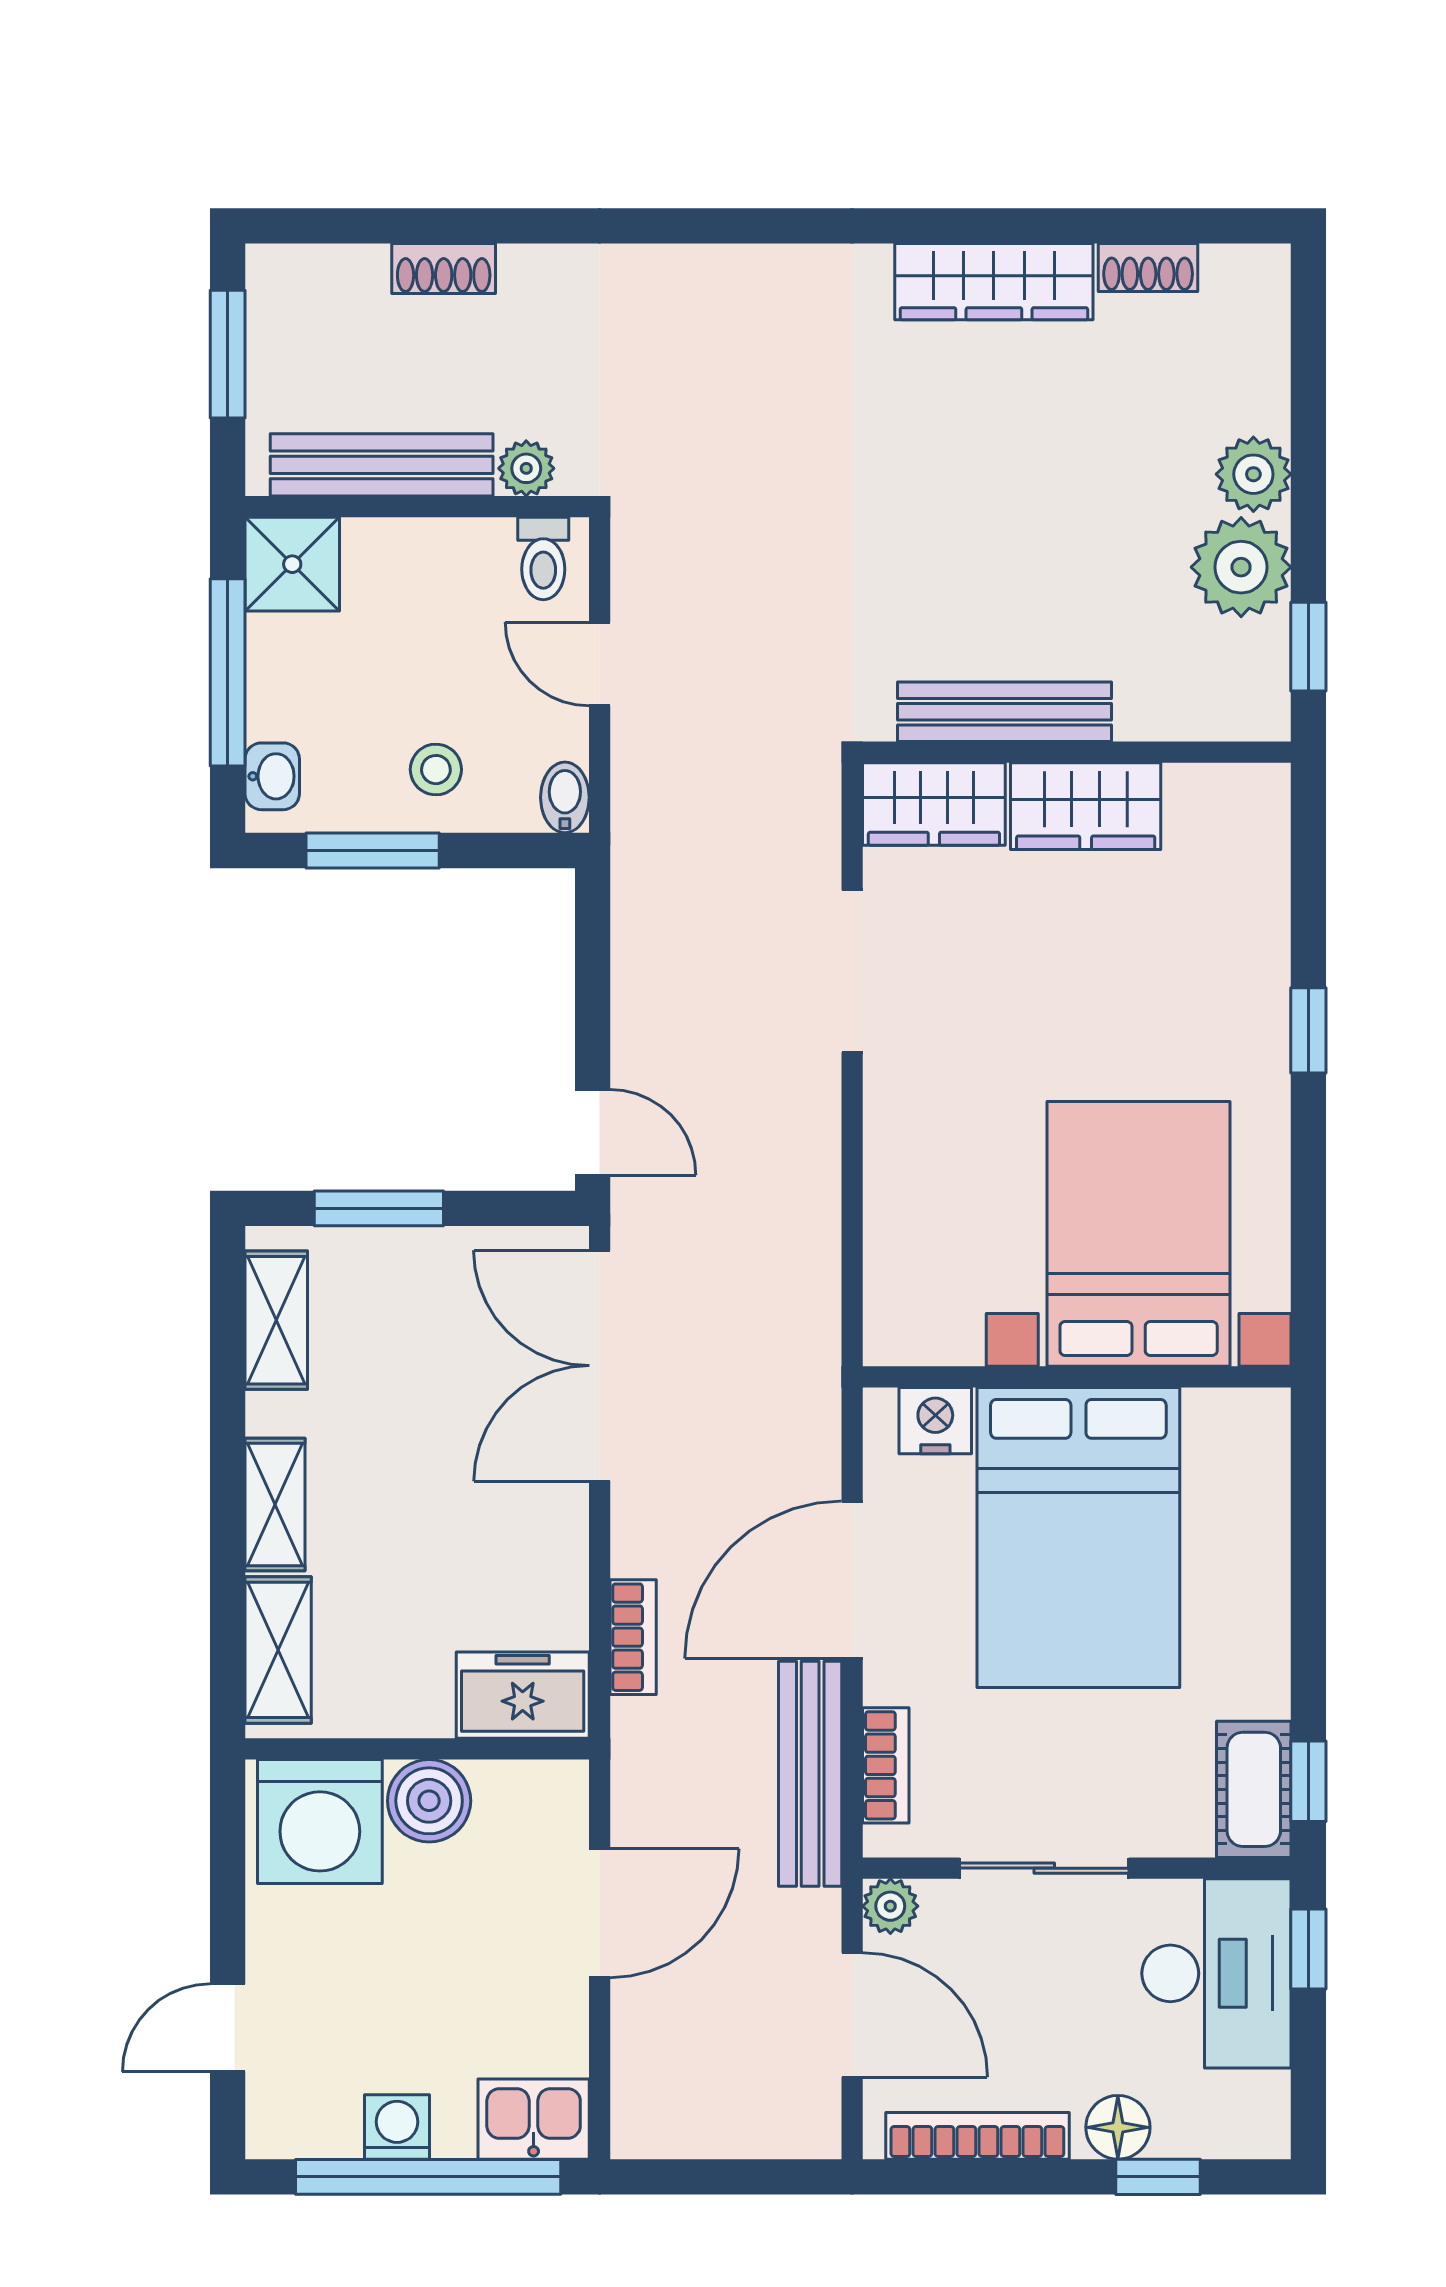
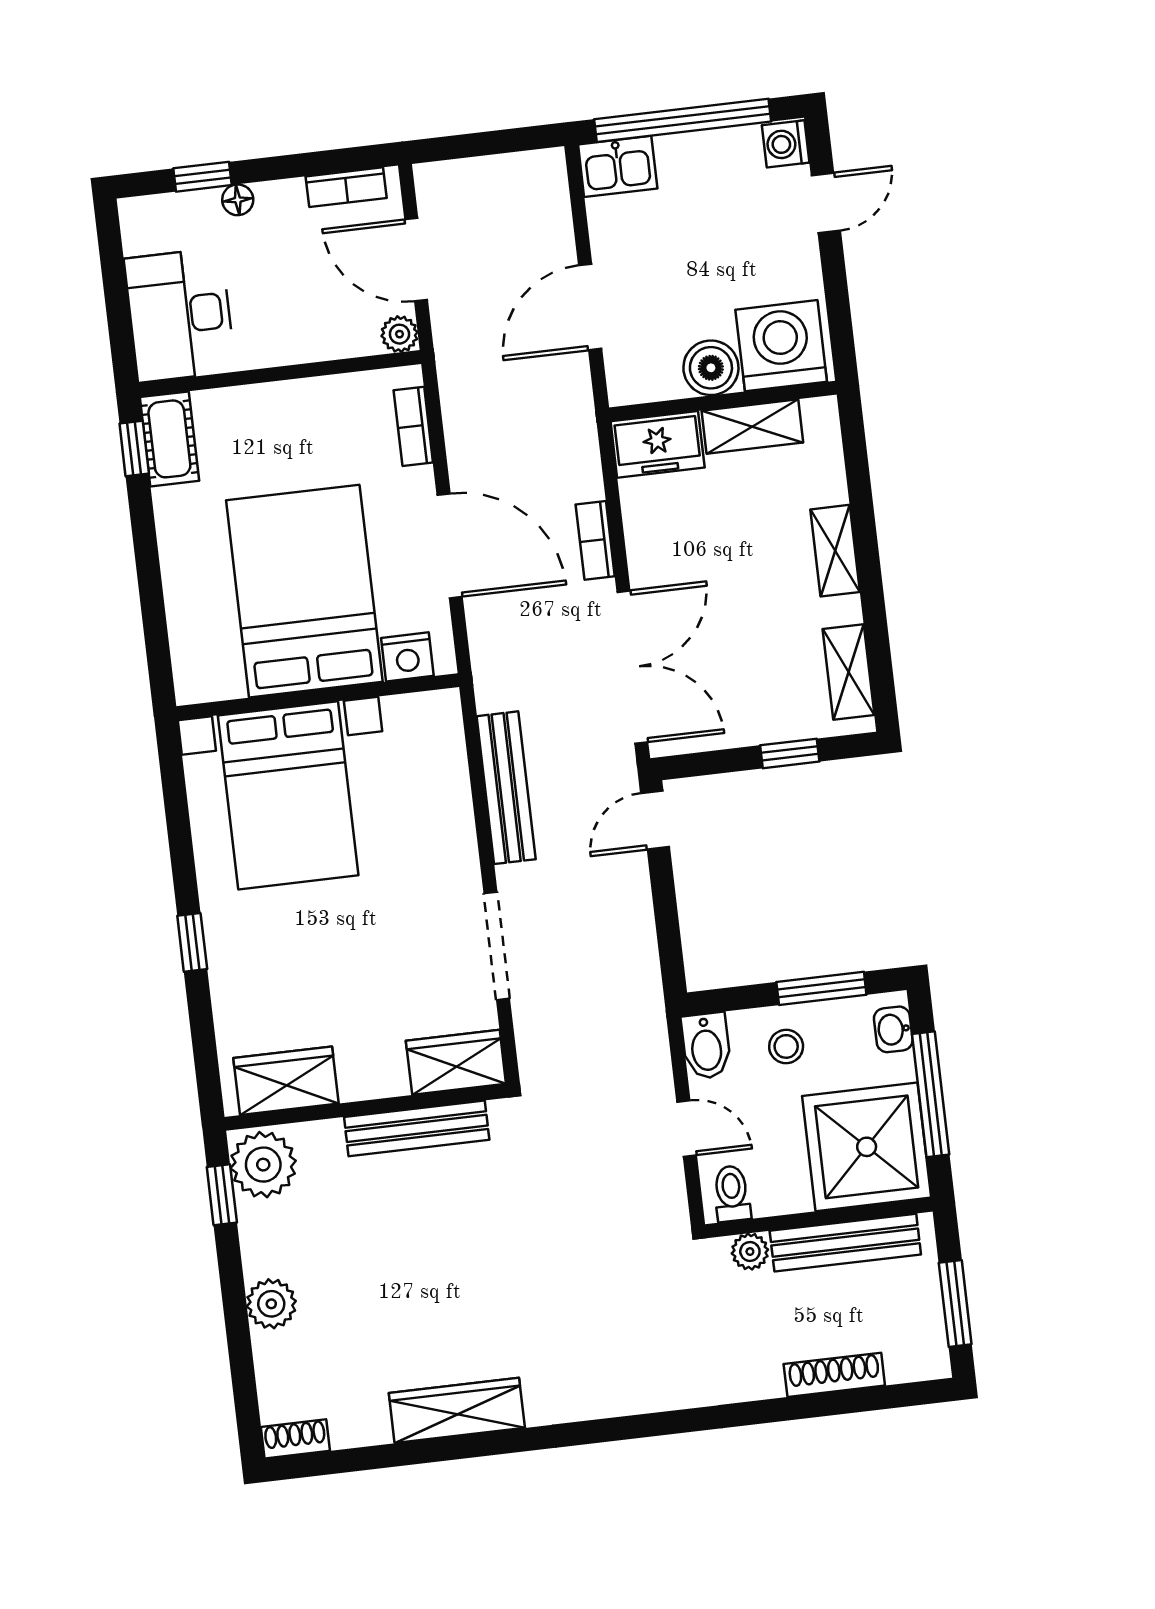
shoe rack: (1148, 267) -> (295, 1439), moved
shoe rack: (444, 269) -> (834, 1375), width x1.43
shower: (292, 564) -> (867, 1147), width x1.86, depth x1.86
plant: (1241, 567) -> (263, 1165), moved
bidet: (565, 797) -> (706, 1046), width x1.38, depth x1.36
wardrobe: (1086, 806) -> (286, 1081), moved
door: (593, 1132) -> (655, 820), hinge flipped
window: (379, 1208) -> (790, 753), width x0.67
door: (852, 1580) -> (450, 546), hinge flipped
bookcase: (633, 1637) -> (595, 540), moved
shelving: (278, 1650) -> (752, 427), moved, turned 90
bench: (810, 1774) -> (506, 788), moved
sliding door: (1044, 1868) -> (301, 371), removed
window: (1308, 1949) -> (121, 338), removed
washing machine: (397, 2127) -> (786, 144), moved, turned 90
floor lamp: (1118, 2127) -> (238, 200), width x0.73, depth x0.73
bookcase: (977, 2136) -> (346, 187), width x0.64

